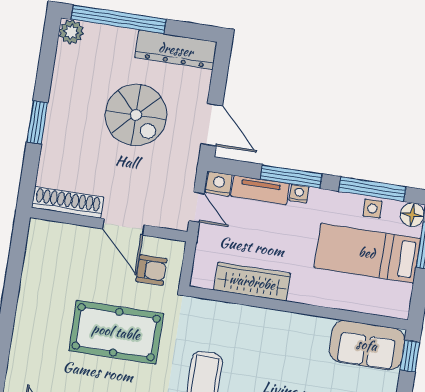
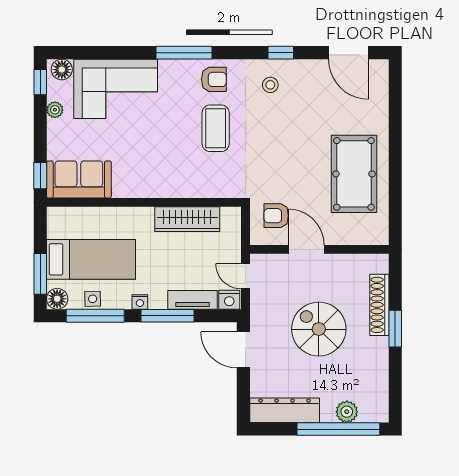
plant: (71, 32) -> (347, 412), moved
spiral stairs: (136, 115) -> (319, 329), moved
nightstand: (299, 194) -> (140, 302), moved
shoe rack: (68, 202) -> (379, 305), moved, turned 90
pool table: (116, 332) -> (354, 174), moved, turned 90

